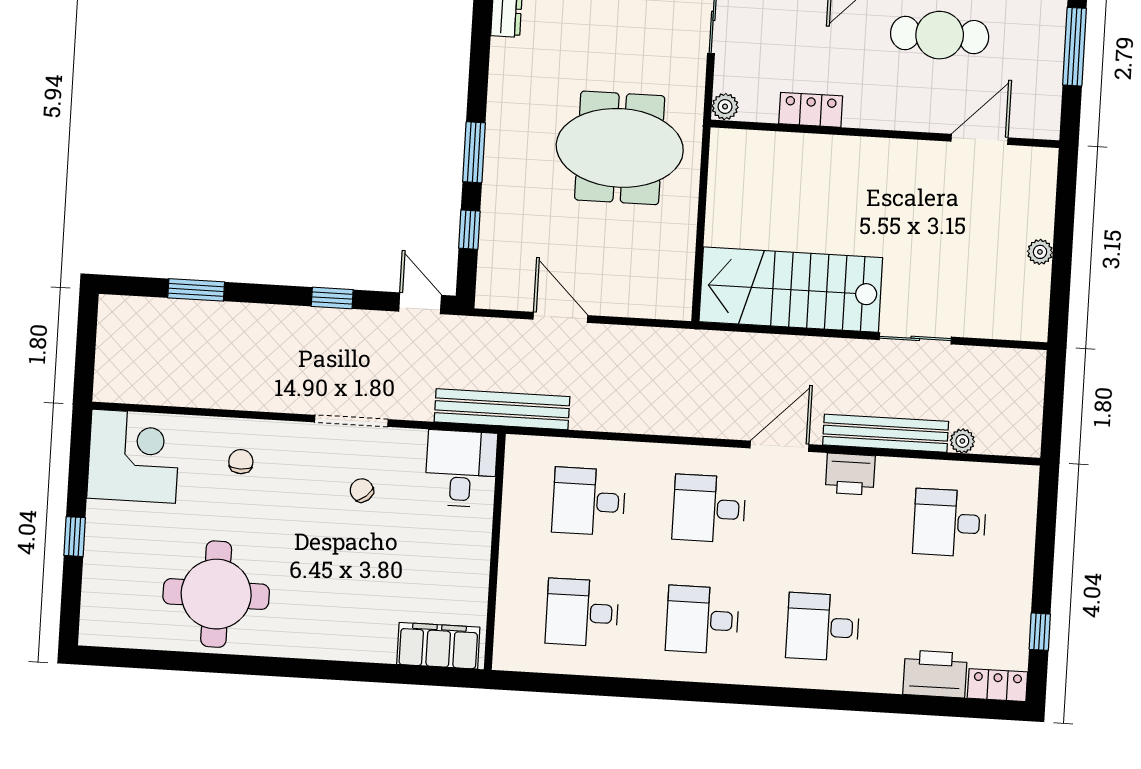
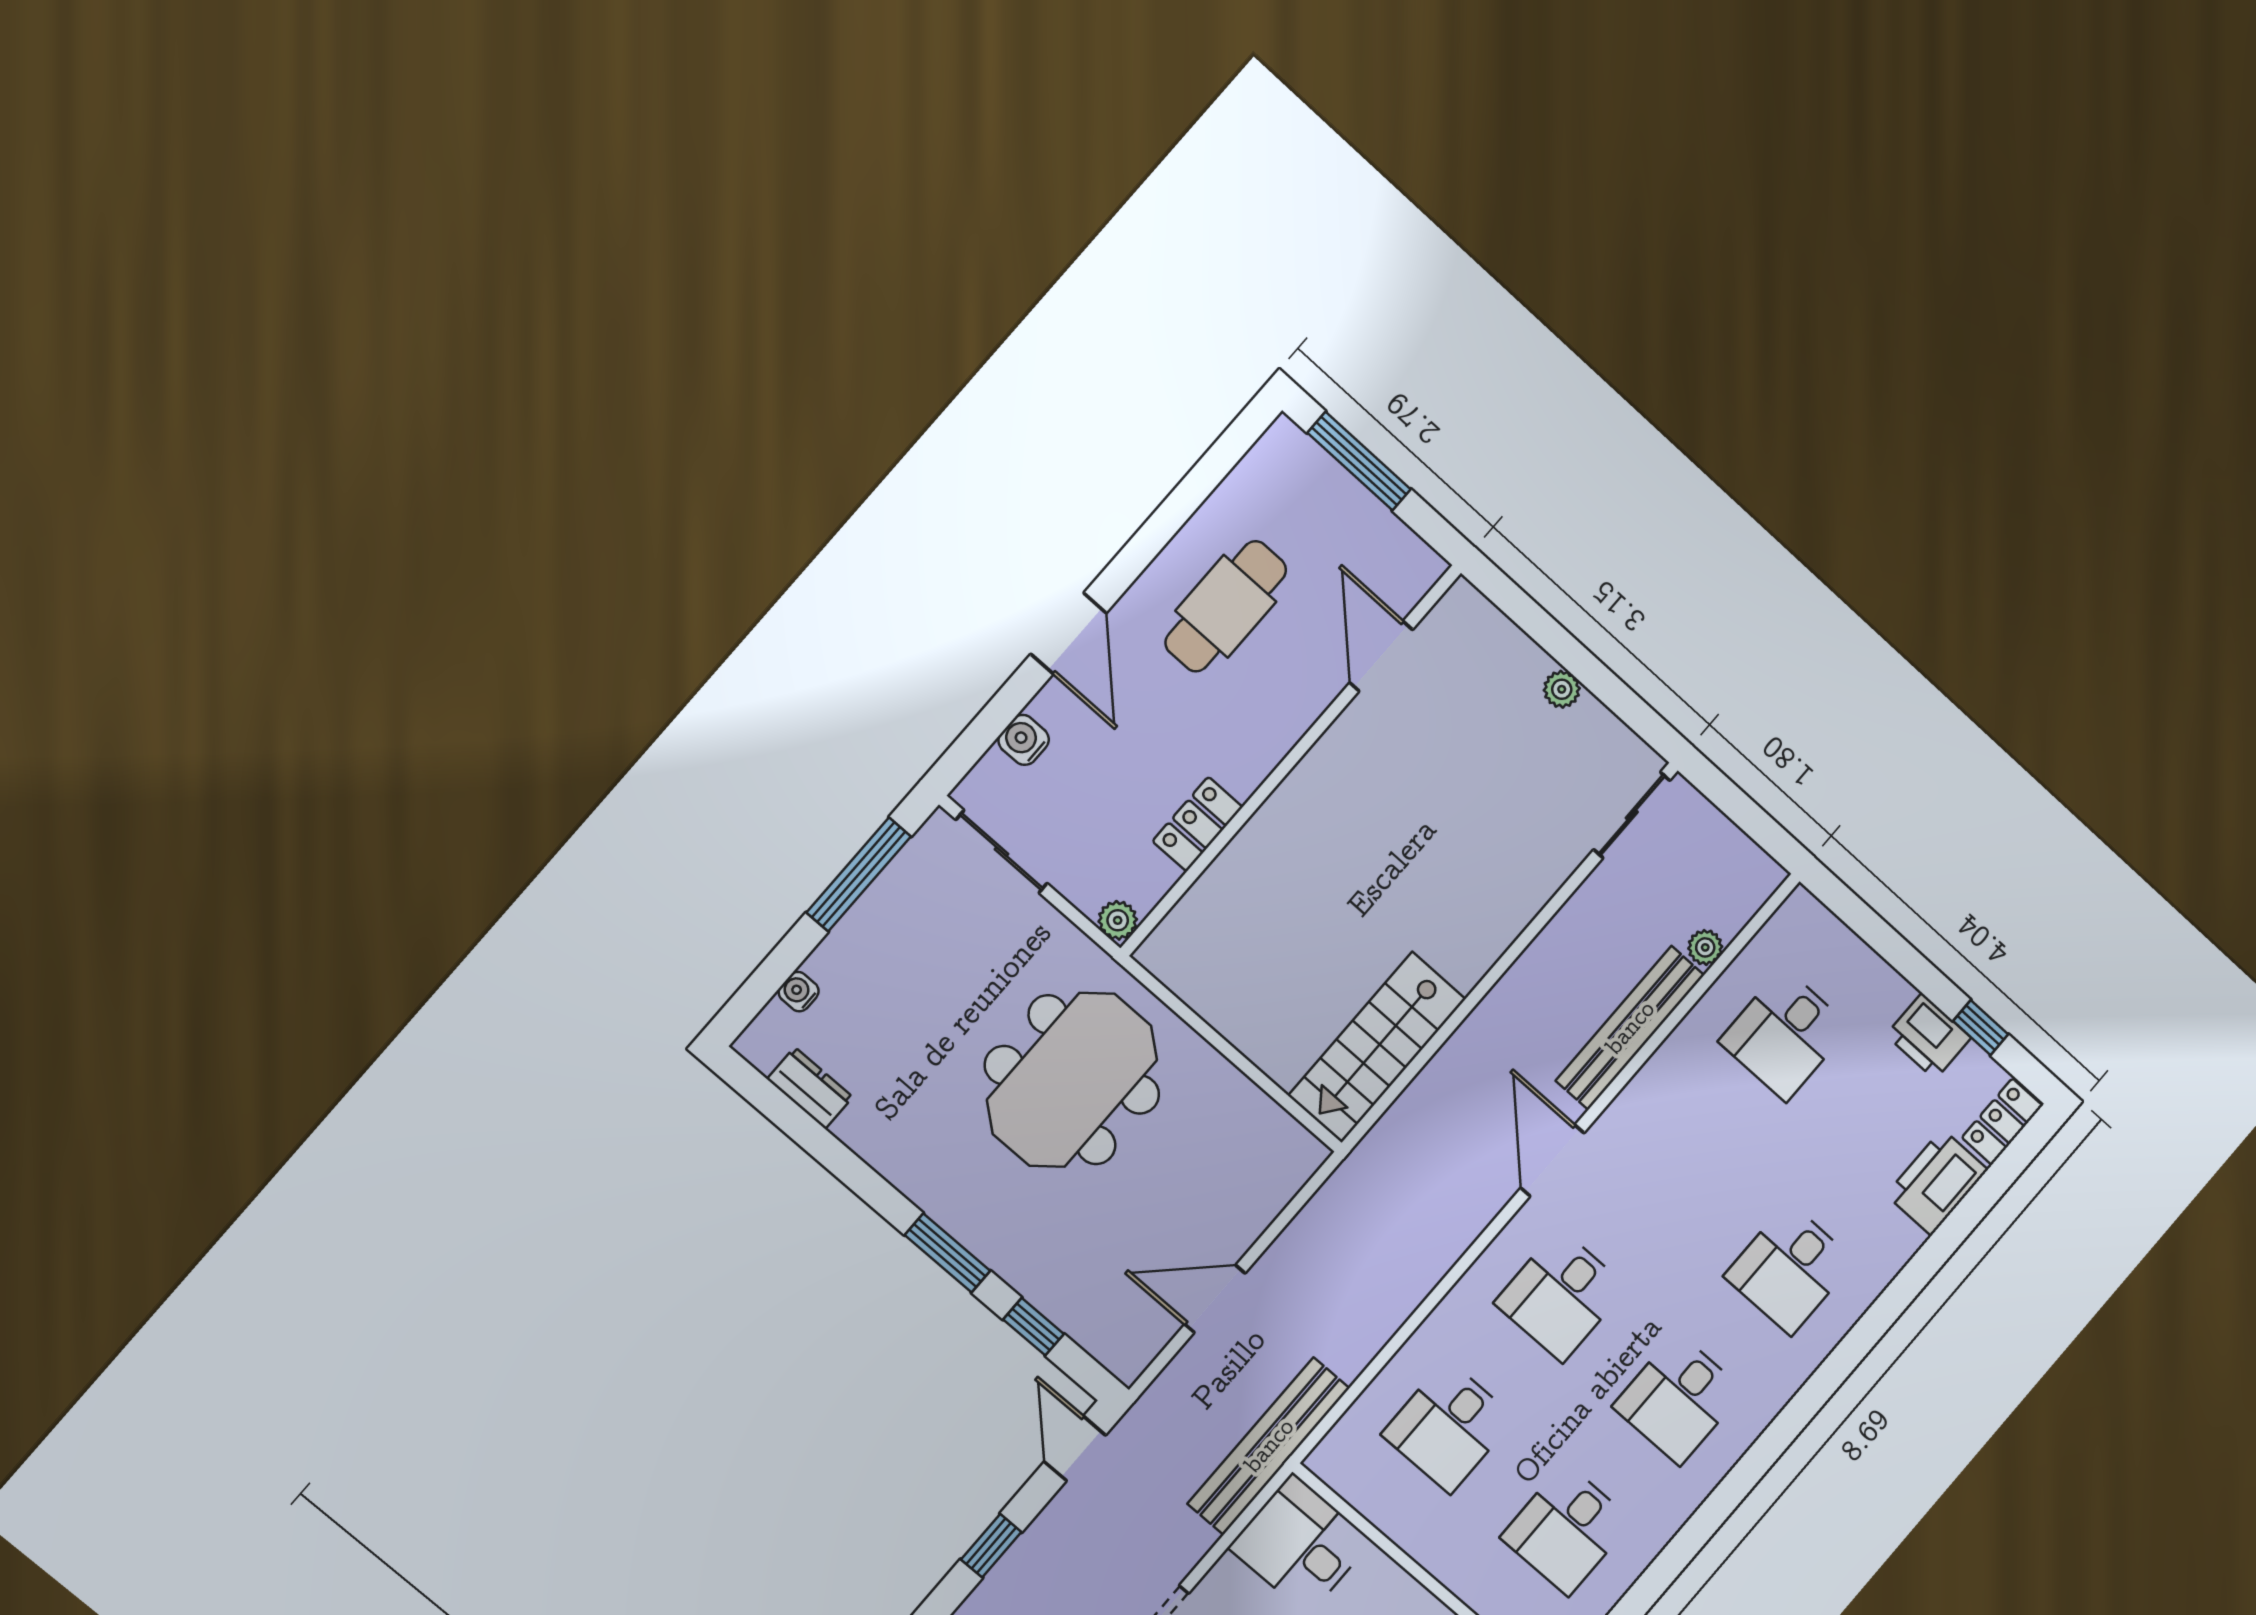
stairs: (791, 290) -> (1377, 1047), width x0.73, depth x0.66
door: (420, 303) -> (1075, 1448), hinge flipped
sliding door: (915, 338) -> (1632, 815), moved
printer: (850, 474) -> (1928, 1036), moved, turned 90

